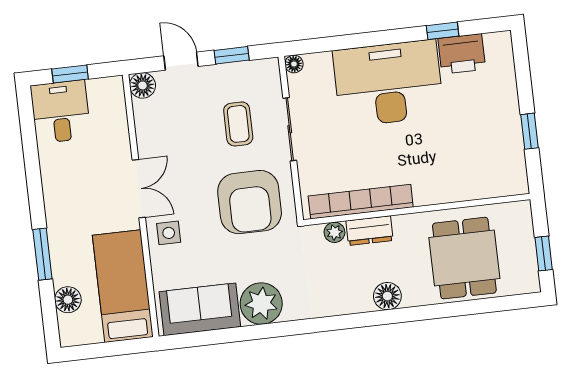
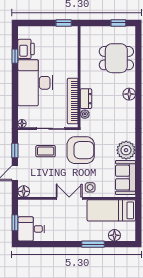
bookcase: (361, 202) -> (73, 101), moved
wall: (417, 210) -> (79, 77), moved
dresser: (370, 231) -> (86, 99), moved
plant: (335, 232) -> (85, 114), moved

